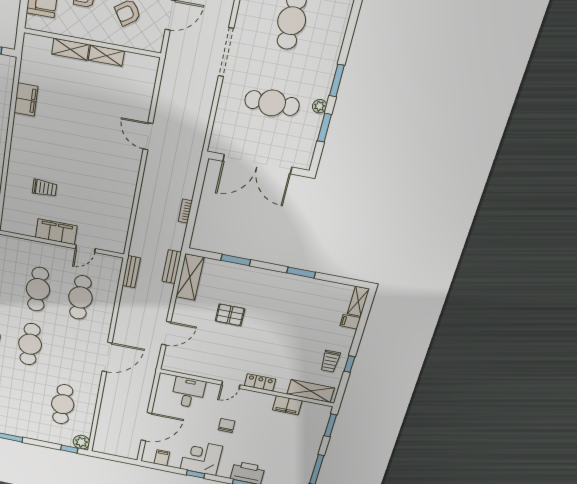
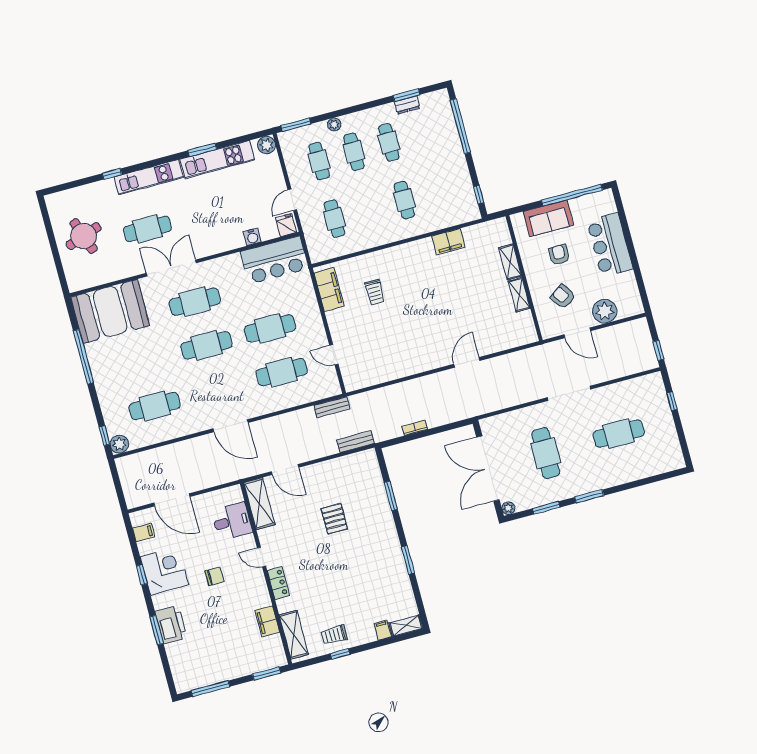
plant: (320, 106) -> (508, 508), moved
filing cabinet: (56, 232) -> (329, 290), moved
shelving: (190, 277) -> (259, 504), moved, turned 90

